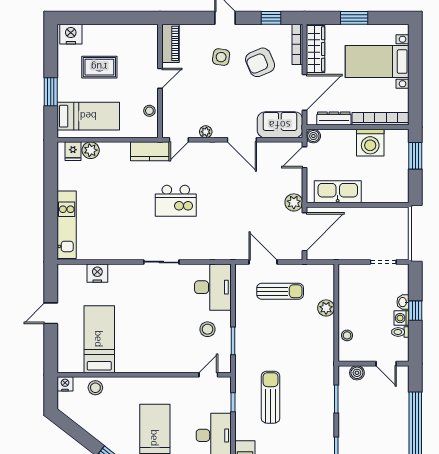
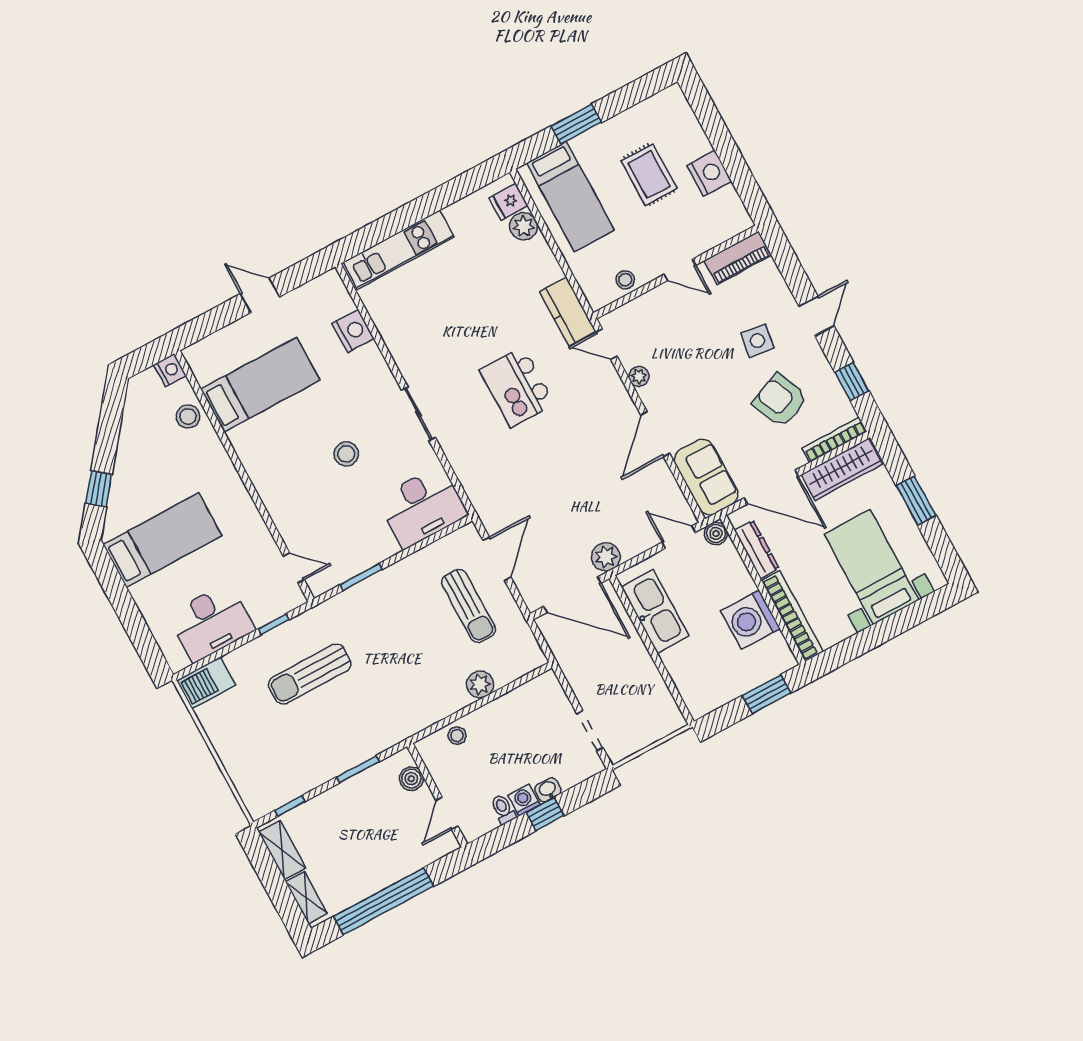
nightstand: (71, 34) -> (709, 173), moved
stool: (208, 329) -> (346, 454), moved
sun lounger: (271, 397) -> (310, 674), turned 180

